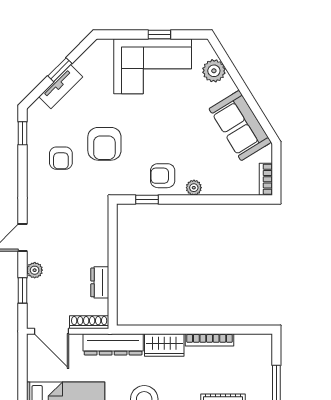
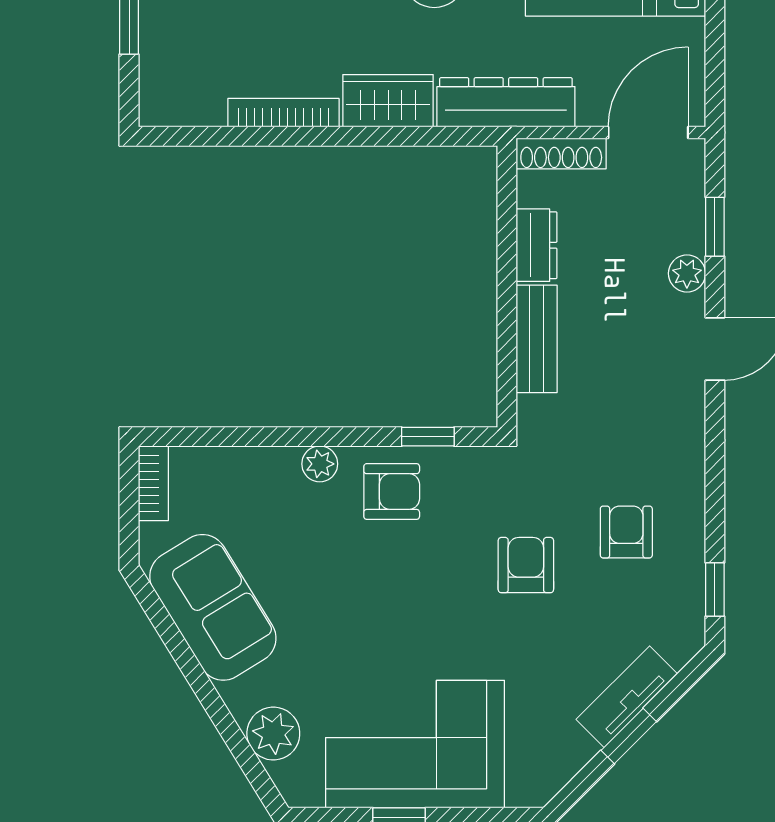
armchair: (104, 144) -> (526, 565), width x0.72, depth x0.72
bench: (100, 242) -> (537, 339), added
door: (51, 331) -> (648, 133), hinge flipped

